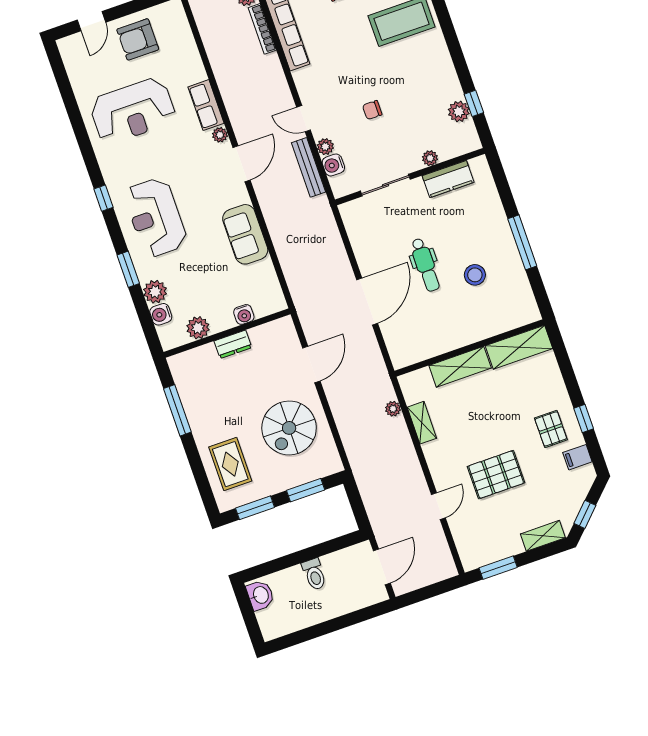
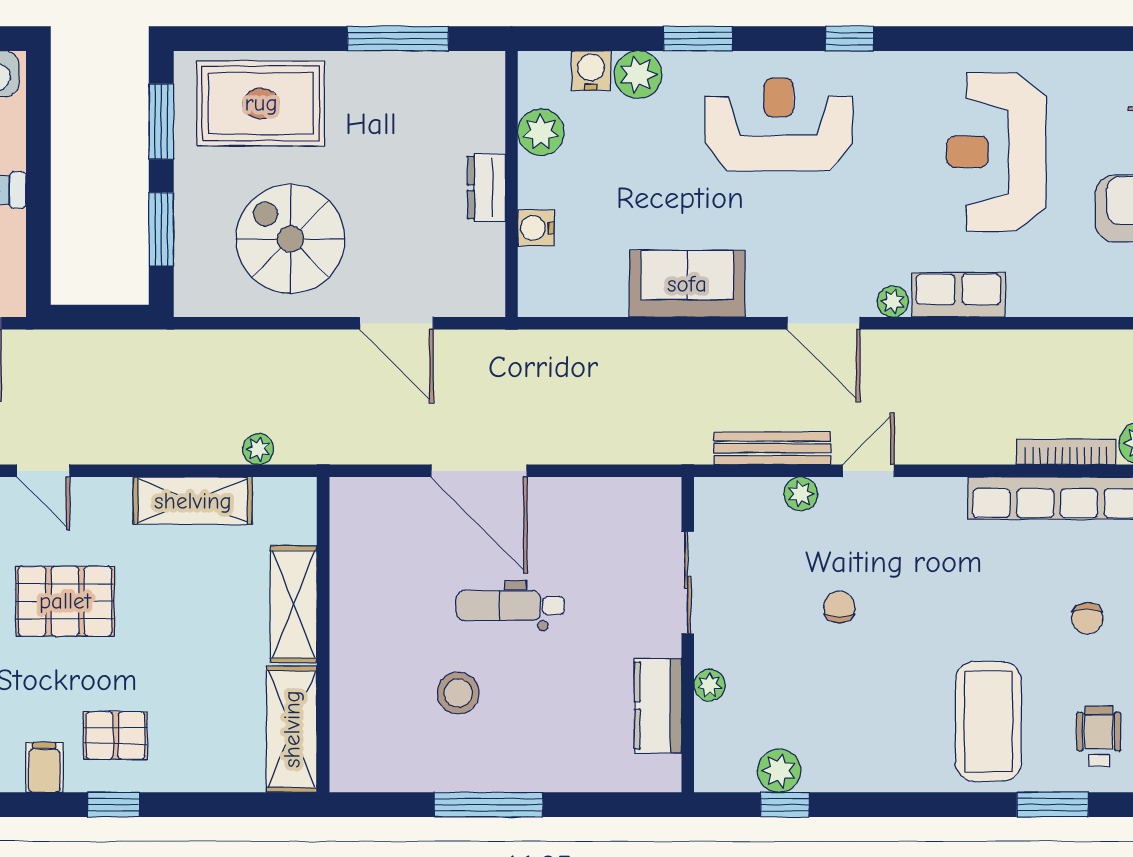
water cooler: (333, 165) -> (761, 497), removed
shelving: (422, 423) -> (193, 501), width x1.50, depth x1.33
rug: (230, 464) -> (261, 103), width x1.36, depth x1.43
pallet: (496, 475) -> (65, 601), turned 90

